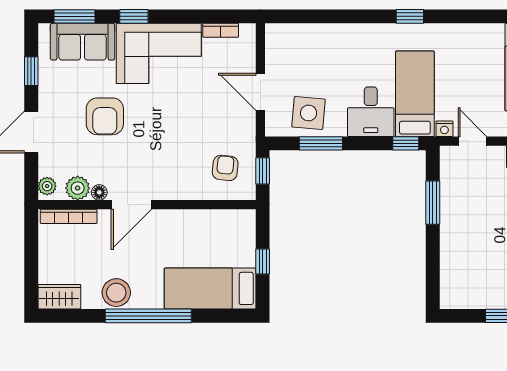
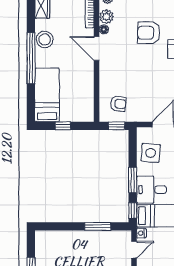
window: (321, 143) -> (133, 180), moved

